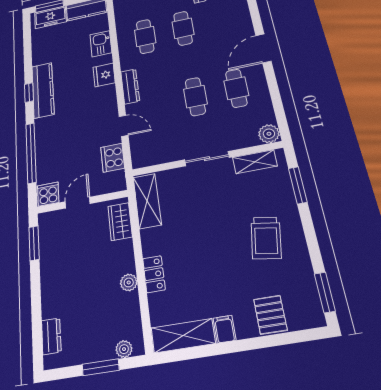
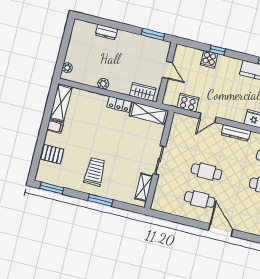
plant: (269, 134) -> (158, 204), removed
window: (31, 153) -> (218, 50), width x0.32
window: (298, 185) -> (100, 200), moved
cooker: (48, 194) -> (209, 59), moved, turned 90
trolley: (266, 238) -> (95, 172), turned 81
locker: (154, 274) -> (119, 104), moved
dresser: (51, 336) -> (106, 32), moved
window: (101, 367) -> (63, 51), removed

